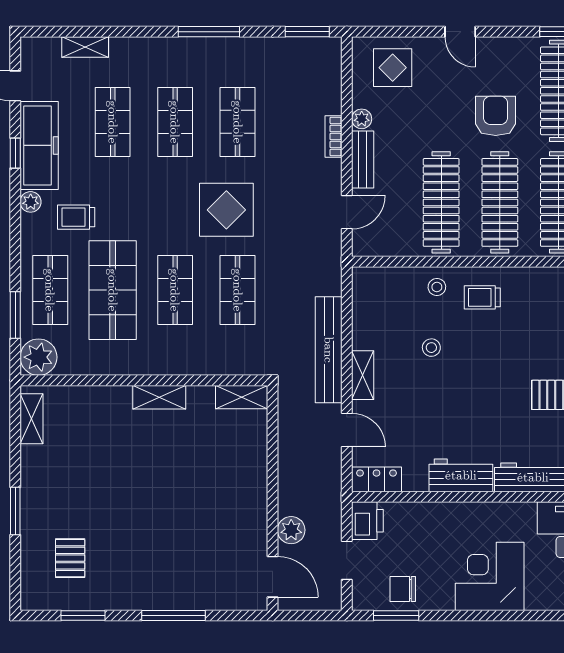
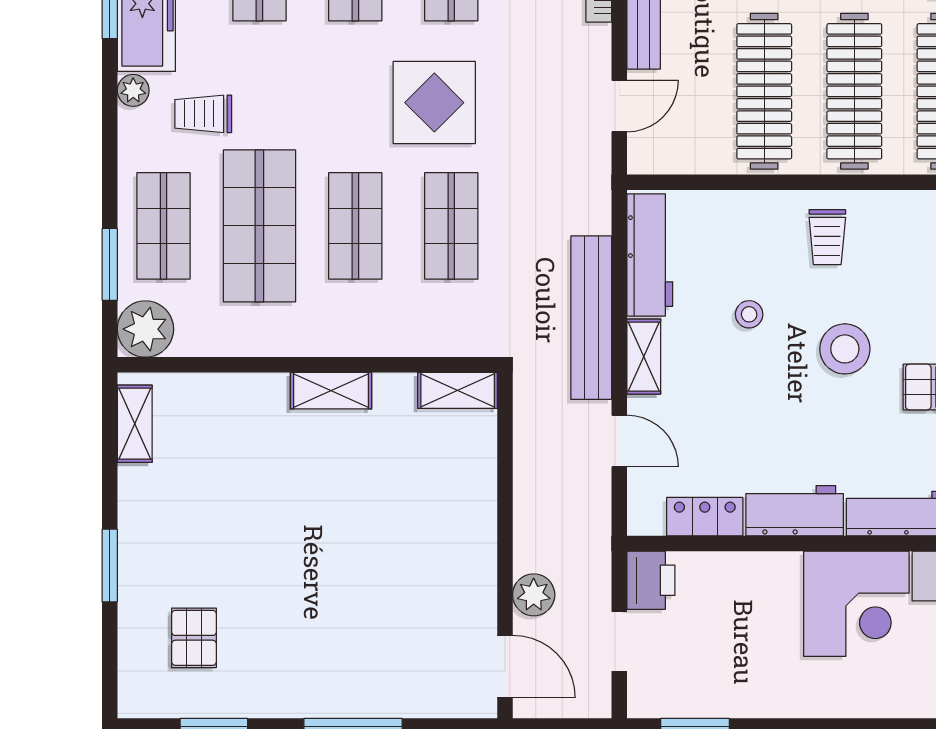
stool: (437, 287) -> (845, 349), moved, width x1.89, depth x1.89
trolley: (482, 297) -> (827, 237), turned -90
workbench: (367, 309) -> (650, 255), added
locker: (376, 479) -> (705, 517), moved
corner desk: (490, 576) -> (856, 604), moved, turned 180
chair: (403, 589) -> (705, 685), removed

